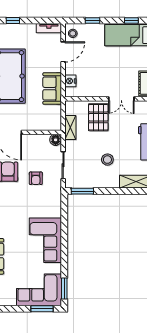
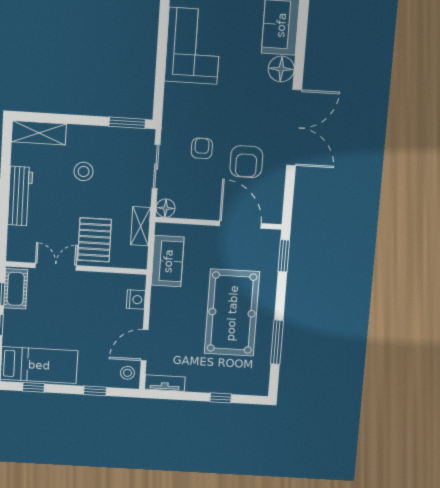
sofa: (52, 89) -> (168, 261), moved

